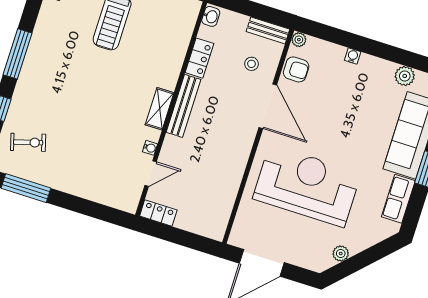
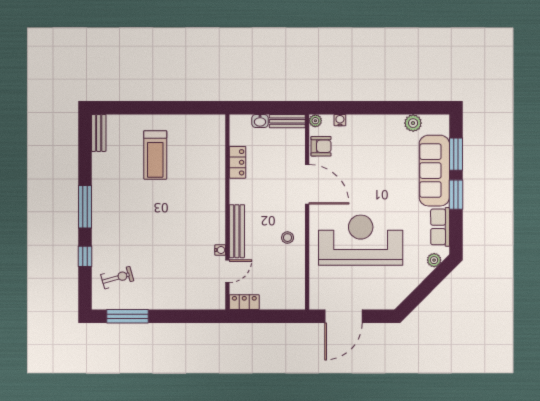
washbasin: (211, 16) -> (260, 121), moved, turned 90
water cooler: (353, 56) -> (340, 120), moved
stool: (252, 64) -> (288, 238), moved
bench: (183, 106) -> (237, 231), moved
shelving: (160, 109) -> (218, 215), removed
plant: (341, 253) -> (434, 260), moved

